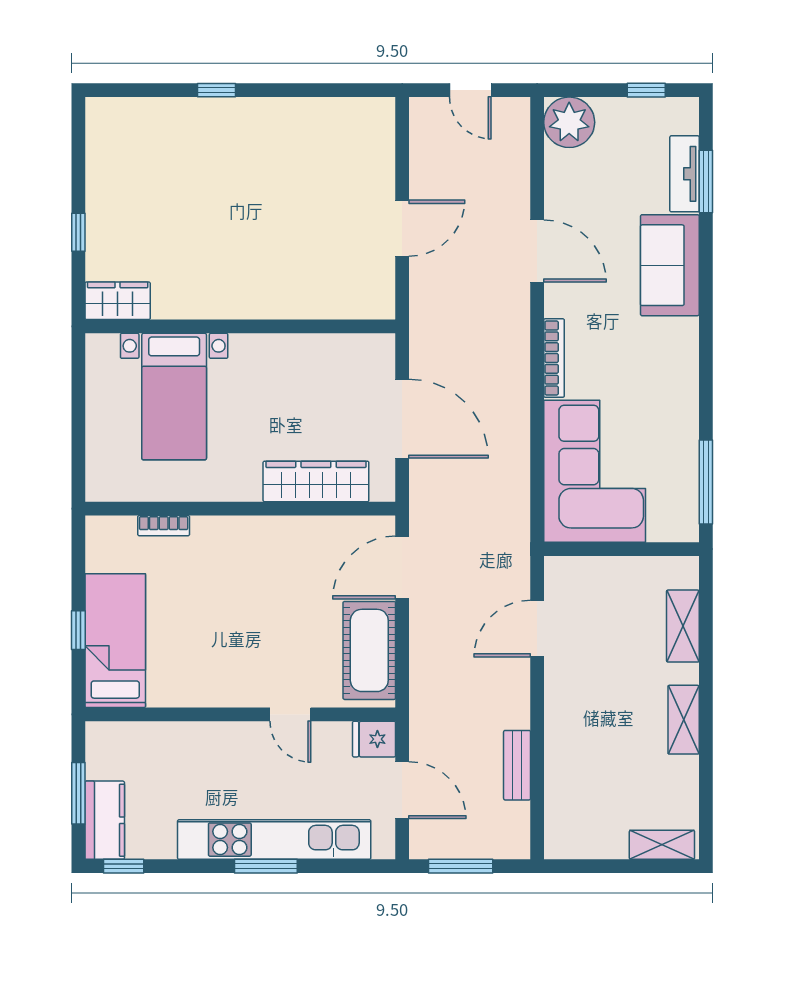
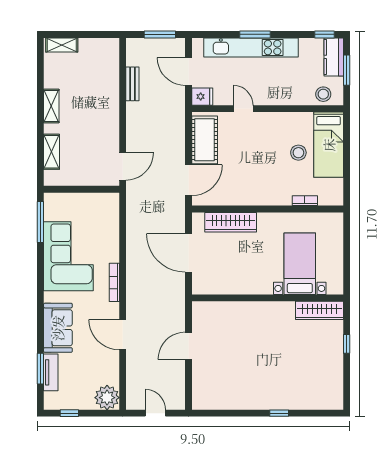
wardrobe: (118, 301) -> (319, 310), width x1.50
corner sofa: (595, 471) -> (68, 256), moved, turned 180
stool: (177, 624) -> (298, 153), added
door: (537, 629) -> (123, 166), moved
window: (78, 630) -> (347, 150), removed
stool: (126, 744) -> (323, 94), added

